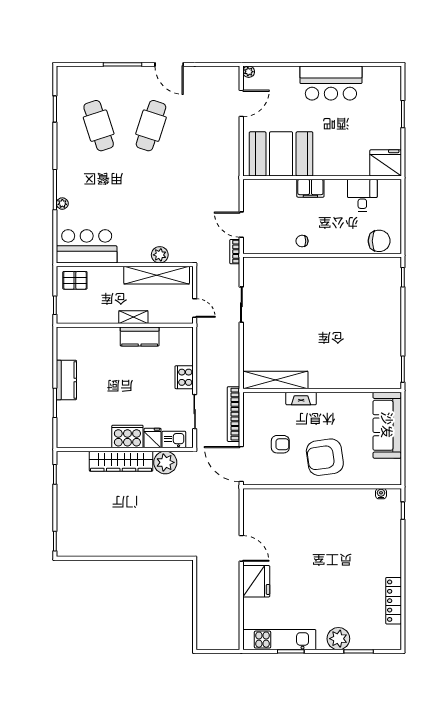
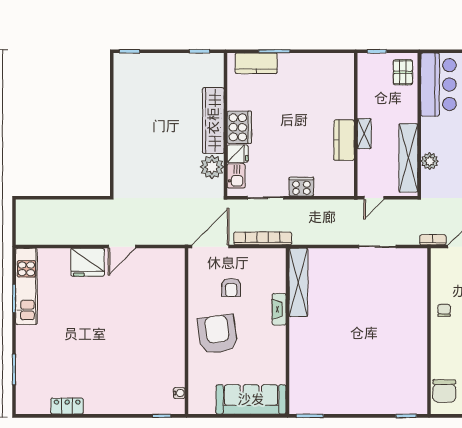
kitchen counter: (66, 380) -> (256, 63), moved
locker: (394, 601) -> (67, 406), width x0.66
plant: (338, 639) -> (27, 348), removed

